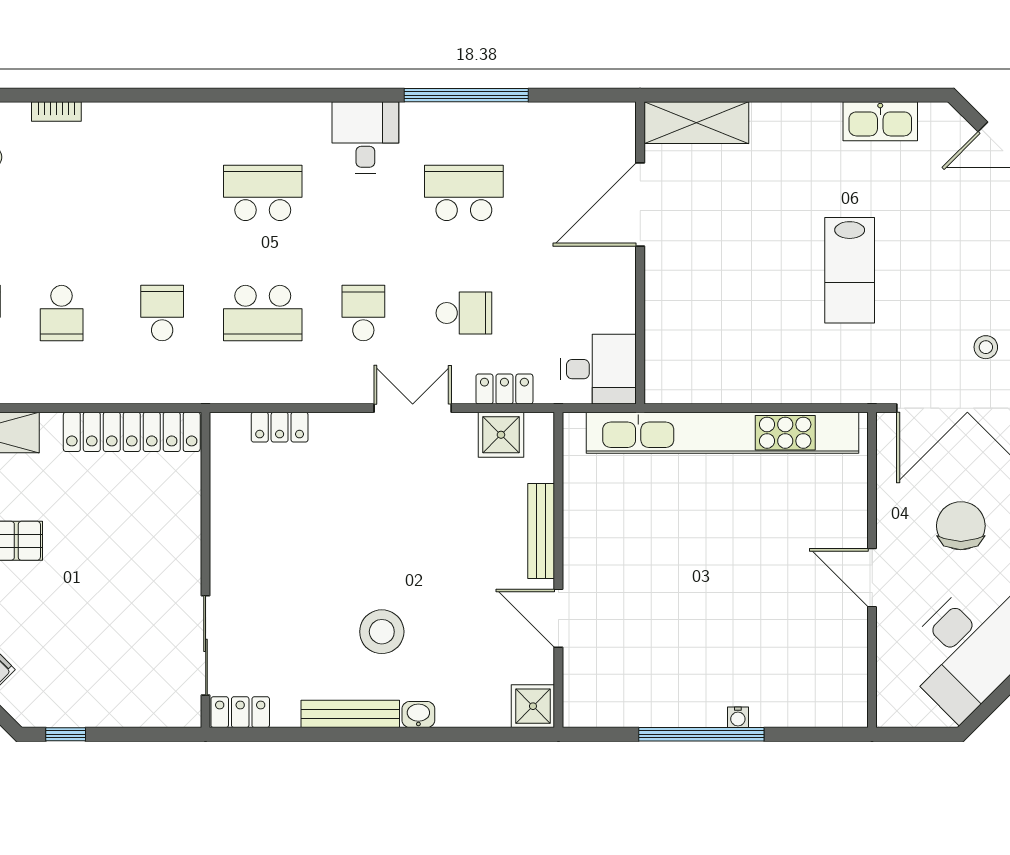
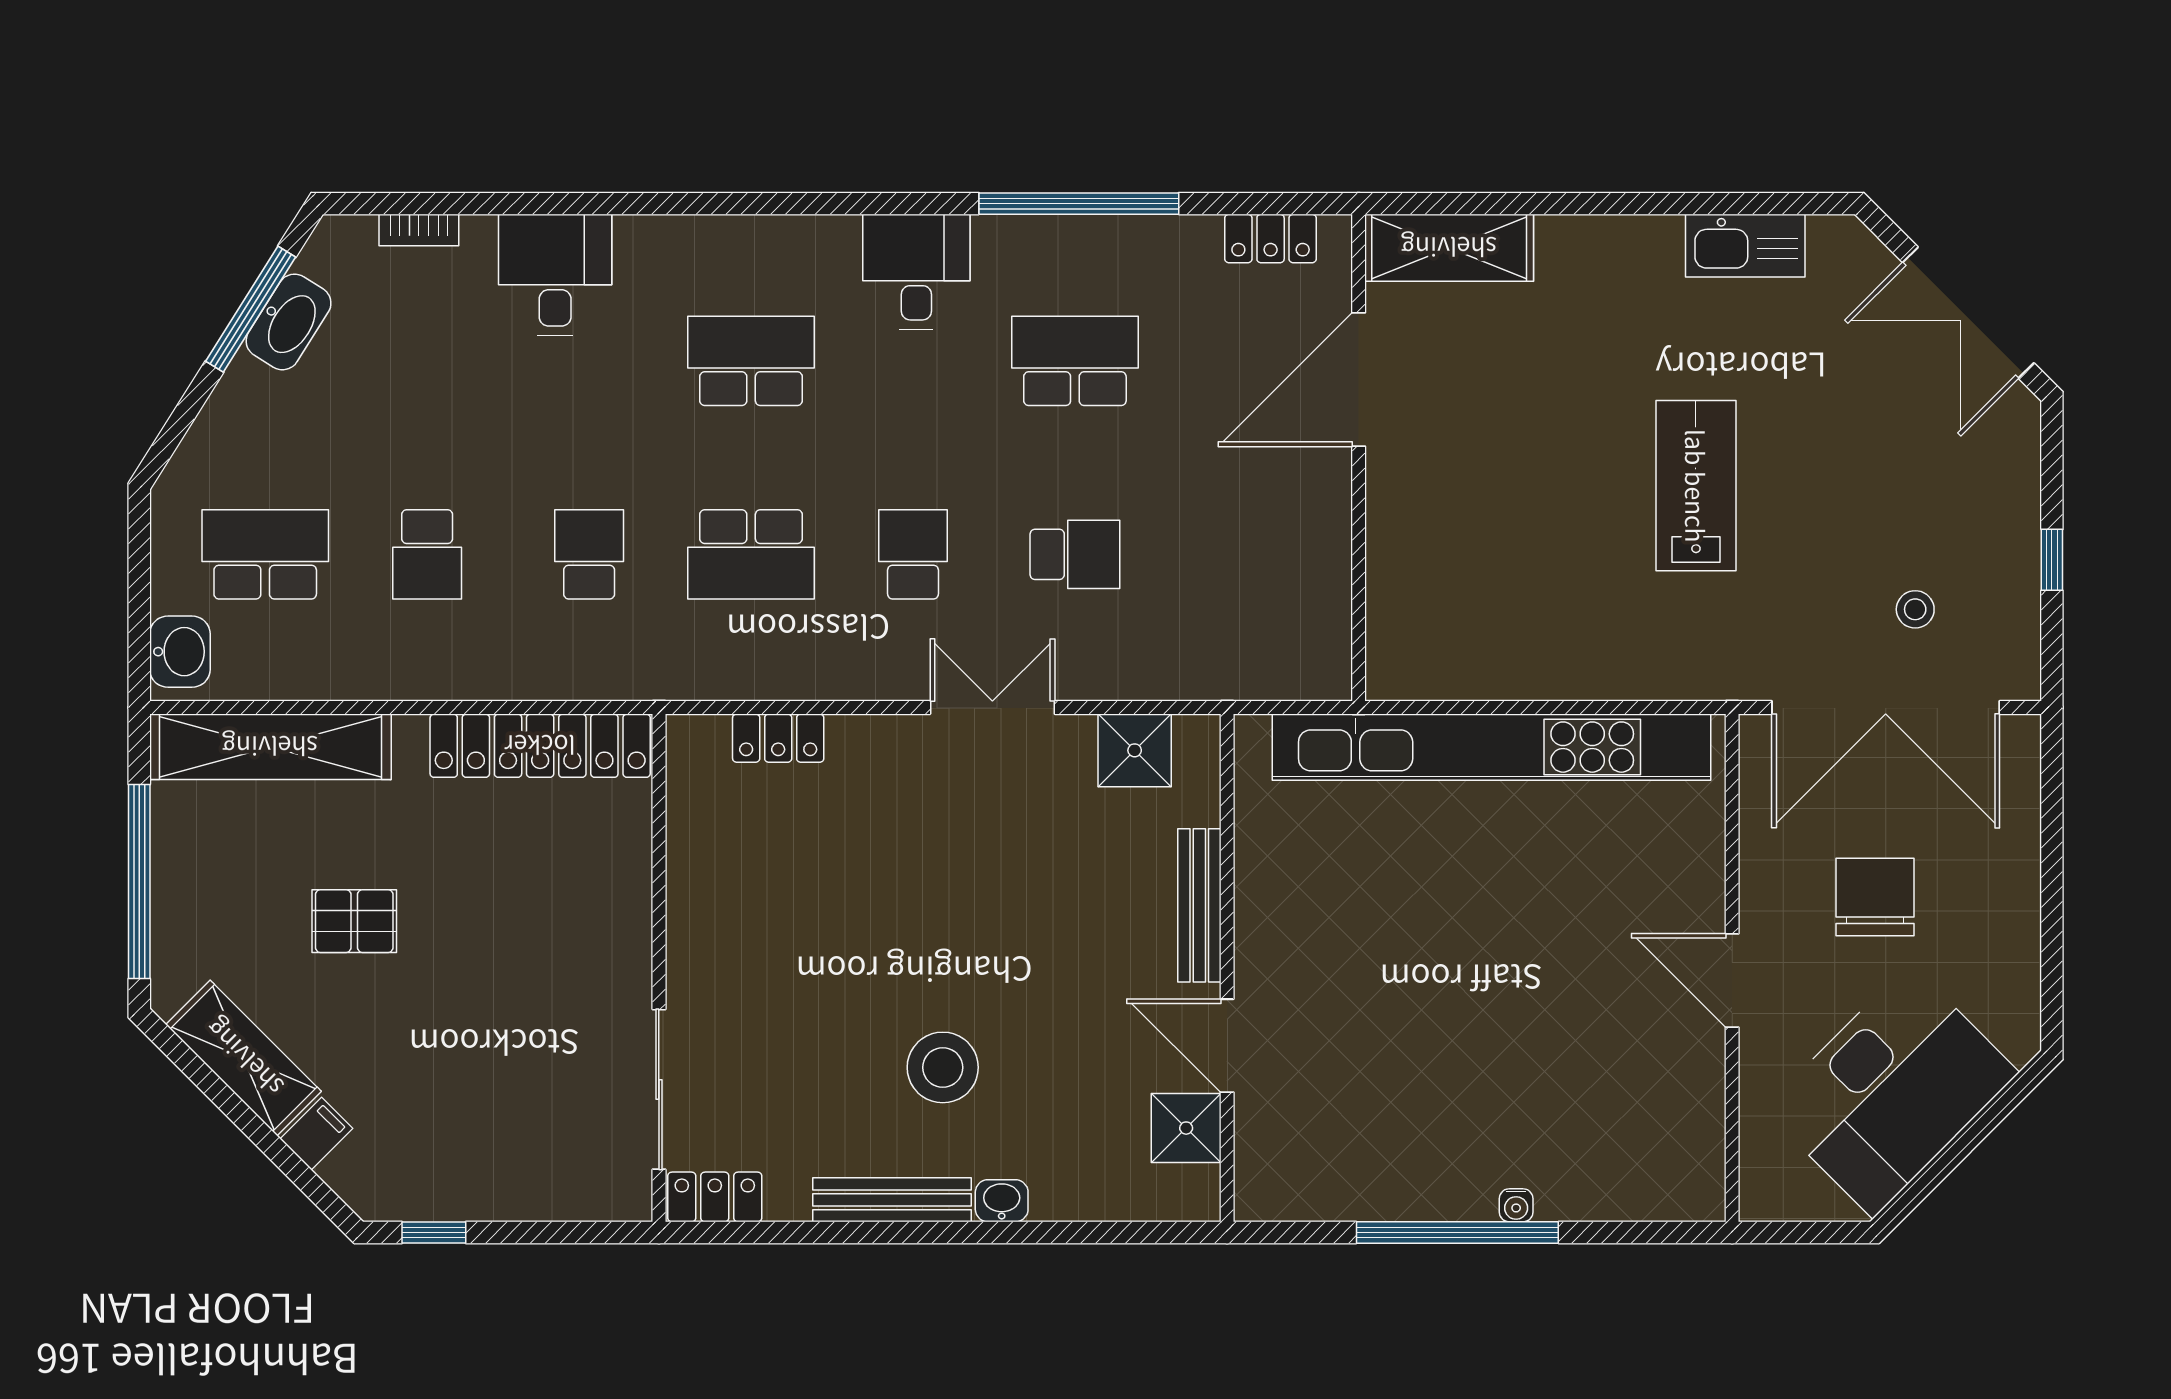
lab bench: (850, 270) -> (1696, 486), turned 180
desk: (598, 369) -> (555, 275), moved, turned -90
locker: (504, 389) -> (1271, 238), moved, turned 180
shower: (533, 706) -> (1186, 1128), moved

